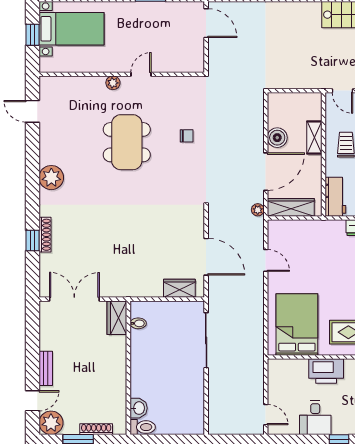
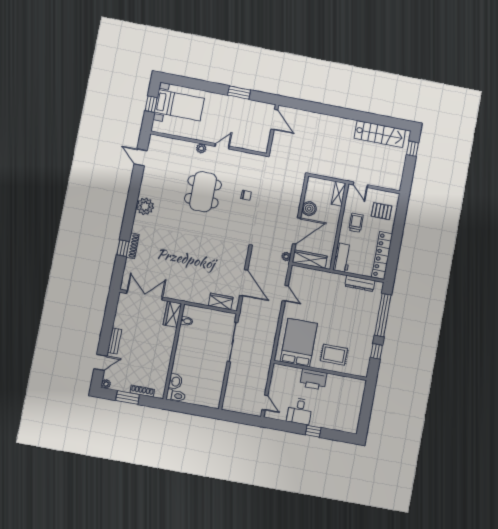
shelving: (314, 138) -> (339, 194), moved
plant: (51, 423) -> (106, 384), width x0.53, depth x0.53

